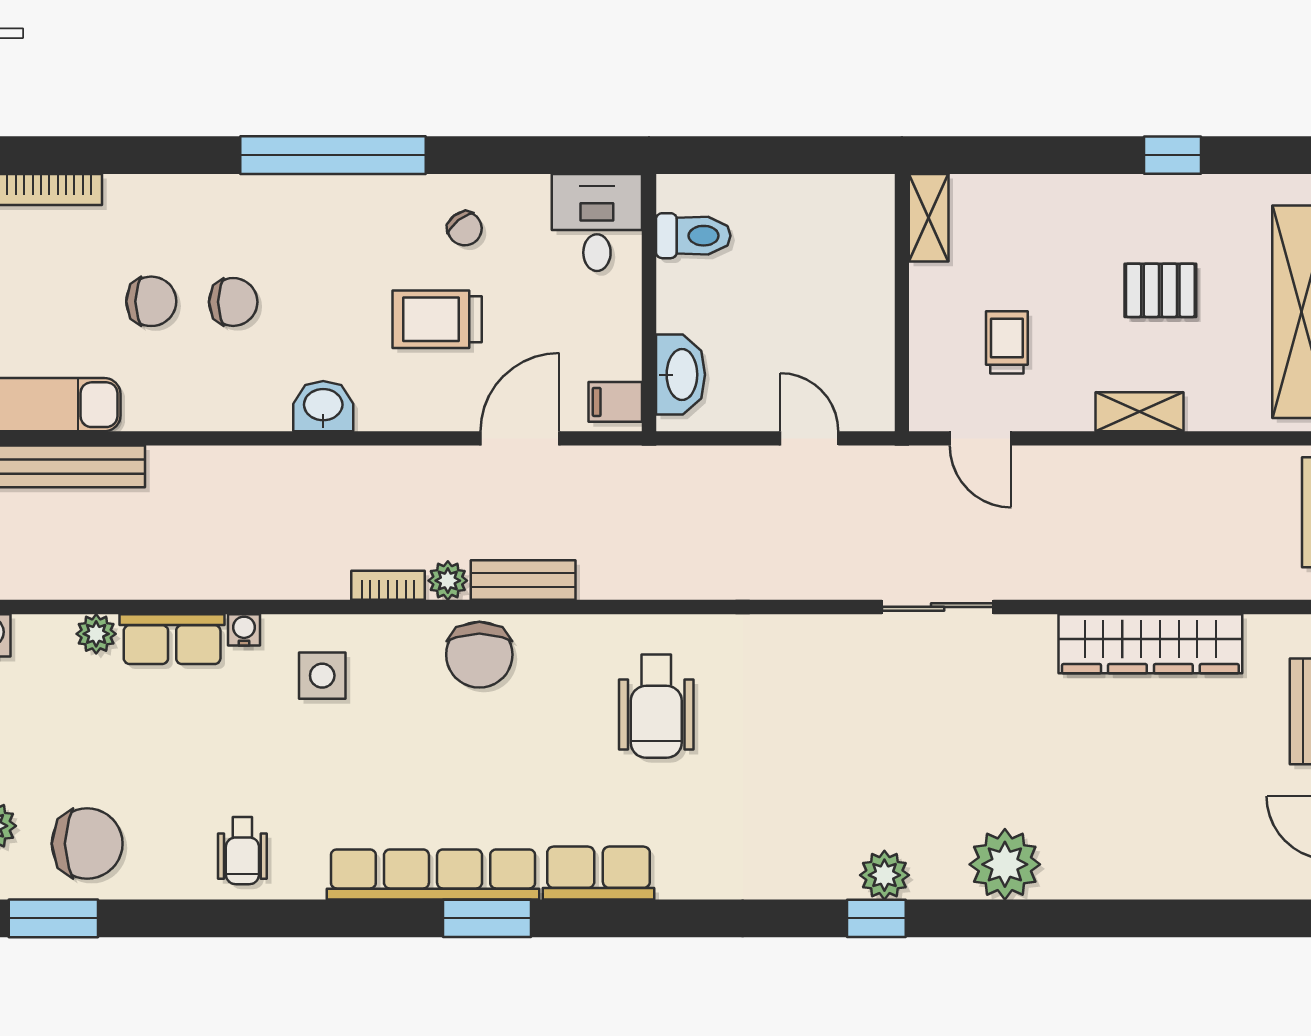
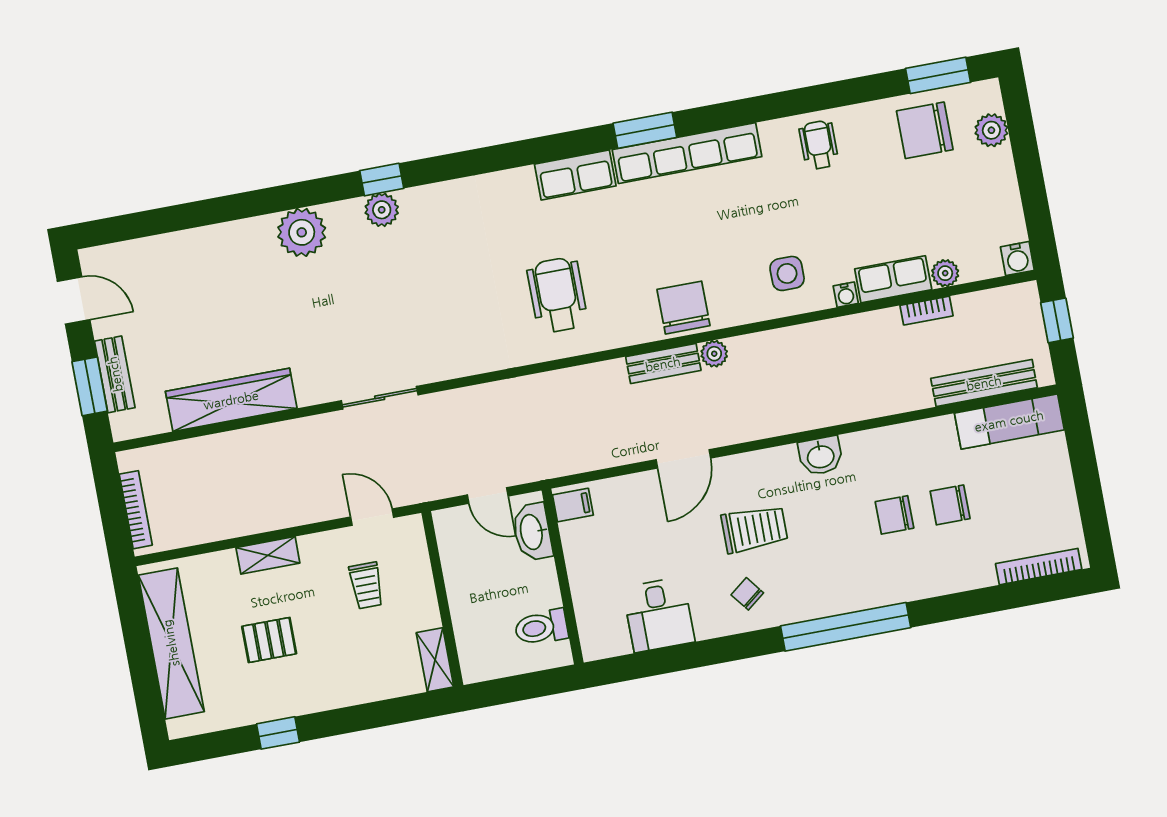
toilet: (693, 236) -> (541, 627), moved
wall: (649, 303) -> (563, 576), moved
washbasin: (680, 375) -> (532, 532), moved
filing cabinet: (615, 402) -> (573, 505), moved
bookcase: (388, 585) -> (926, 311), moved

